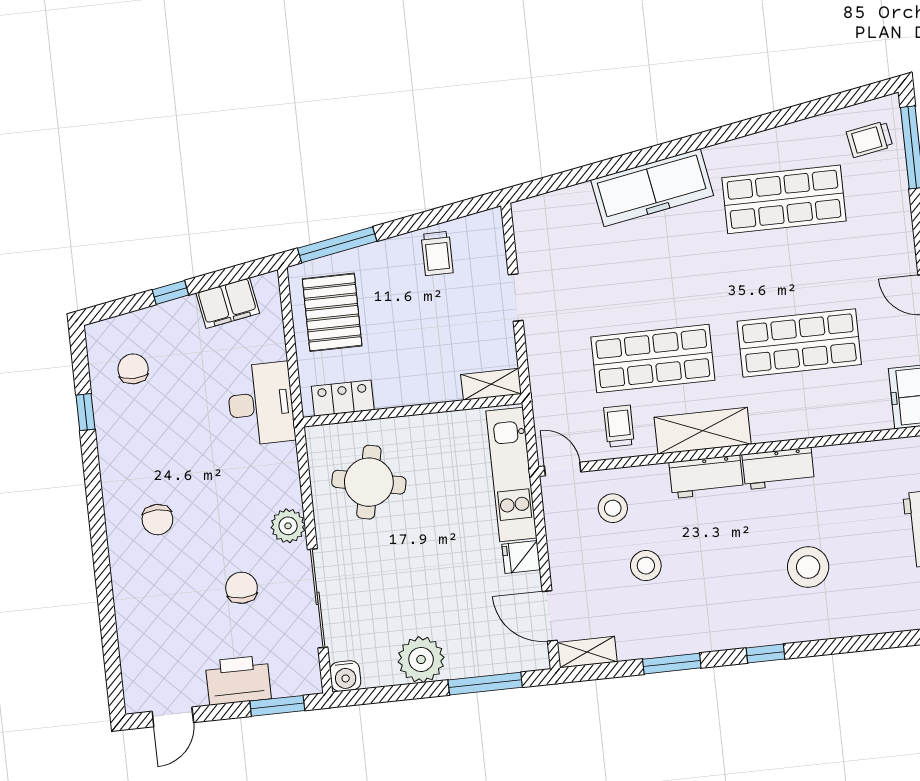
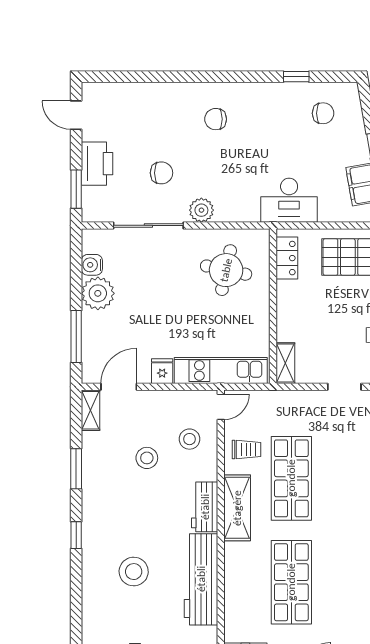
workbench: (778, 468) -> (201, 579), width x1.88, depth x1.32
water cooler: (345, 676) -> (92, 265), moved

